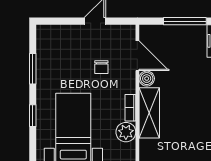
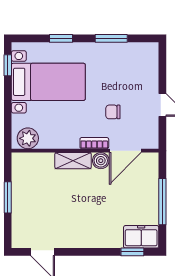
bookcase: (130, 108) -> (94, 143), moved
shelving: (149, 113) -> (73, 161), width x0.67, depth x0.75
plant: (126, 132) -> (28, 138), moved

